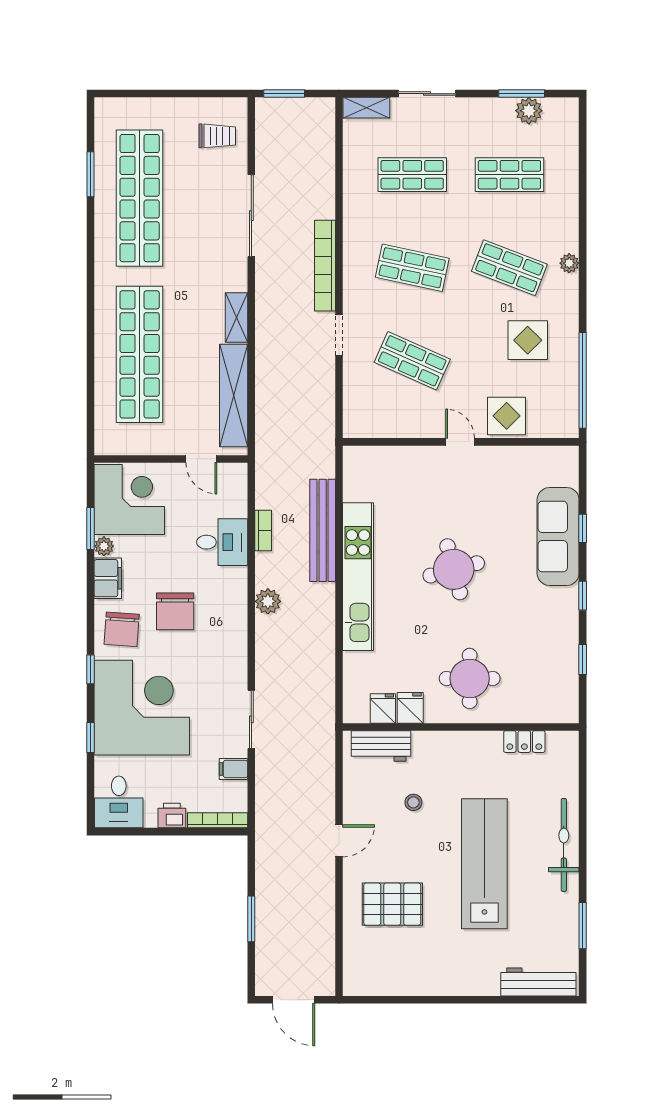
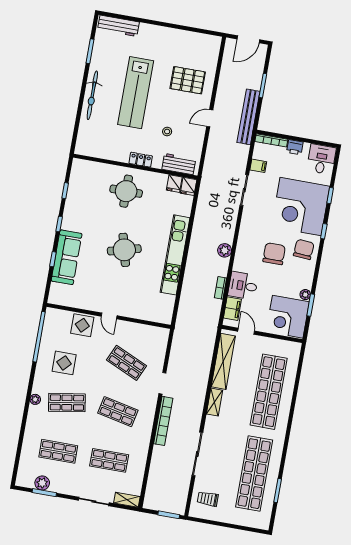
shop shelf: (509, 268) -> (67, 403), turned -30
bench: (323, 530) -> (248, 117), moved
filing cabinet: (108, 578) -> (232, 309), moved, turned 180
fridge: (410, 708) -> (189, 186), moved
locker: (524, 742) -> (141, 160), moved
door: (294, 1000) -> (248, 39), swing flipped

